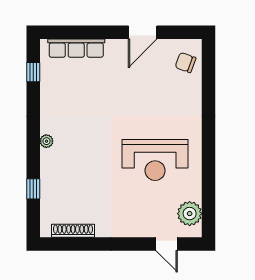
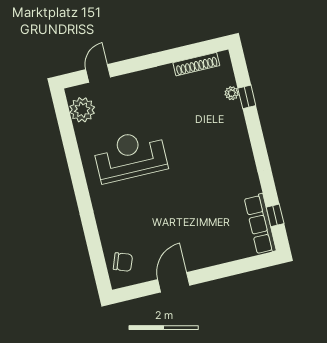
row of seats: (76, 48) -> (260, 224), moved, turned -90
plant: (46, 141) -> (232, 93), moved
door: (167, 244) -> (98, 73), hinge flipped

